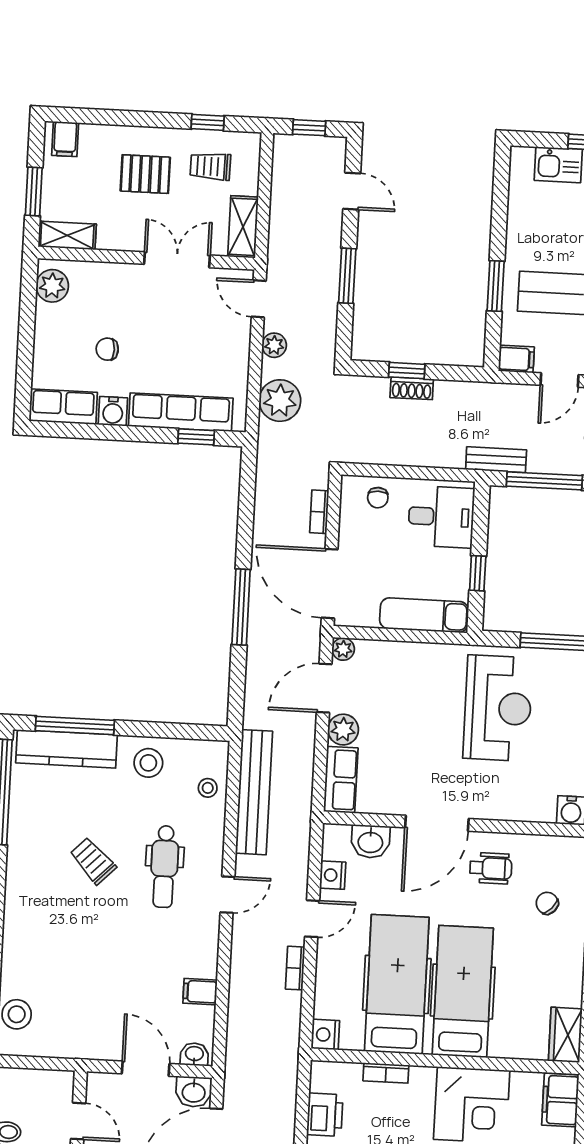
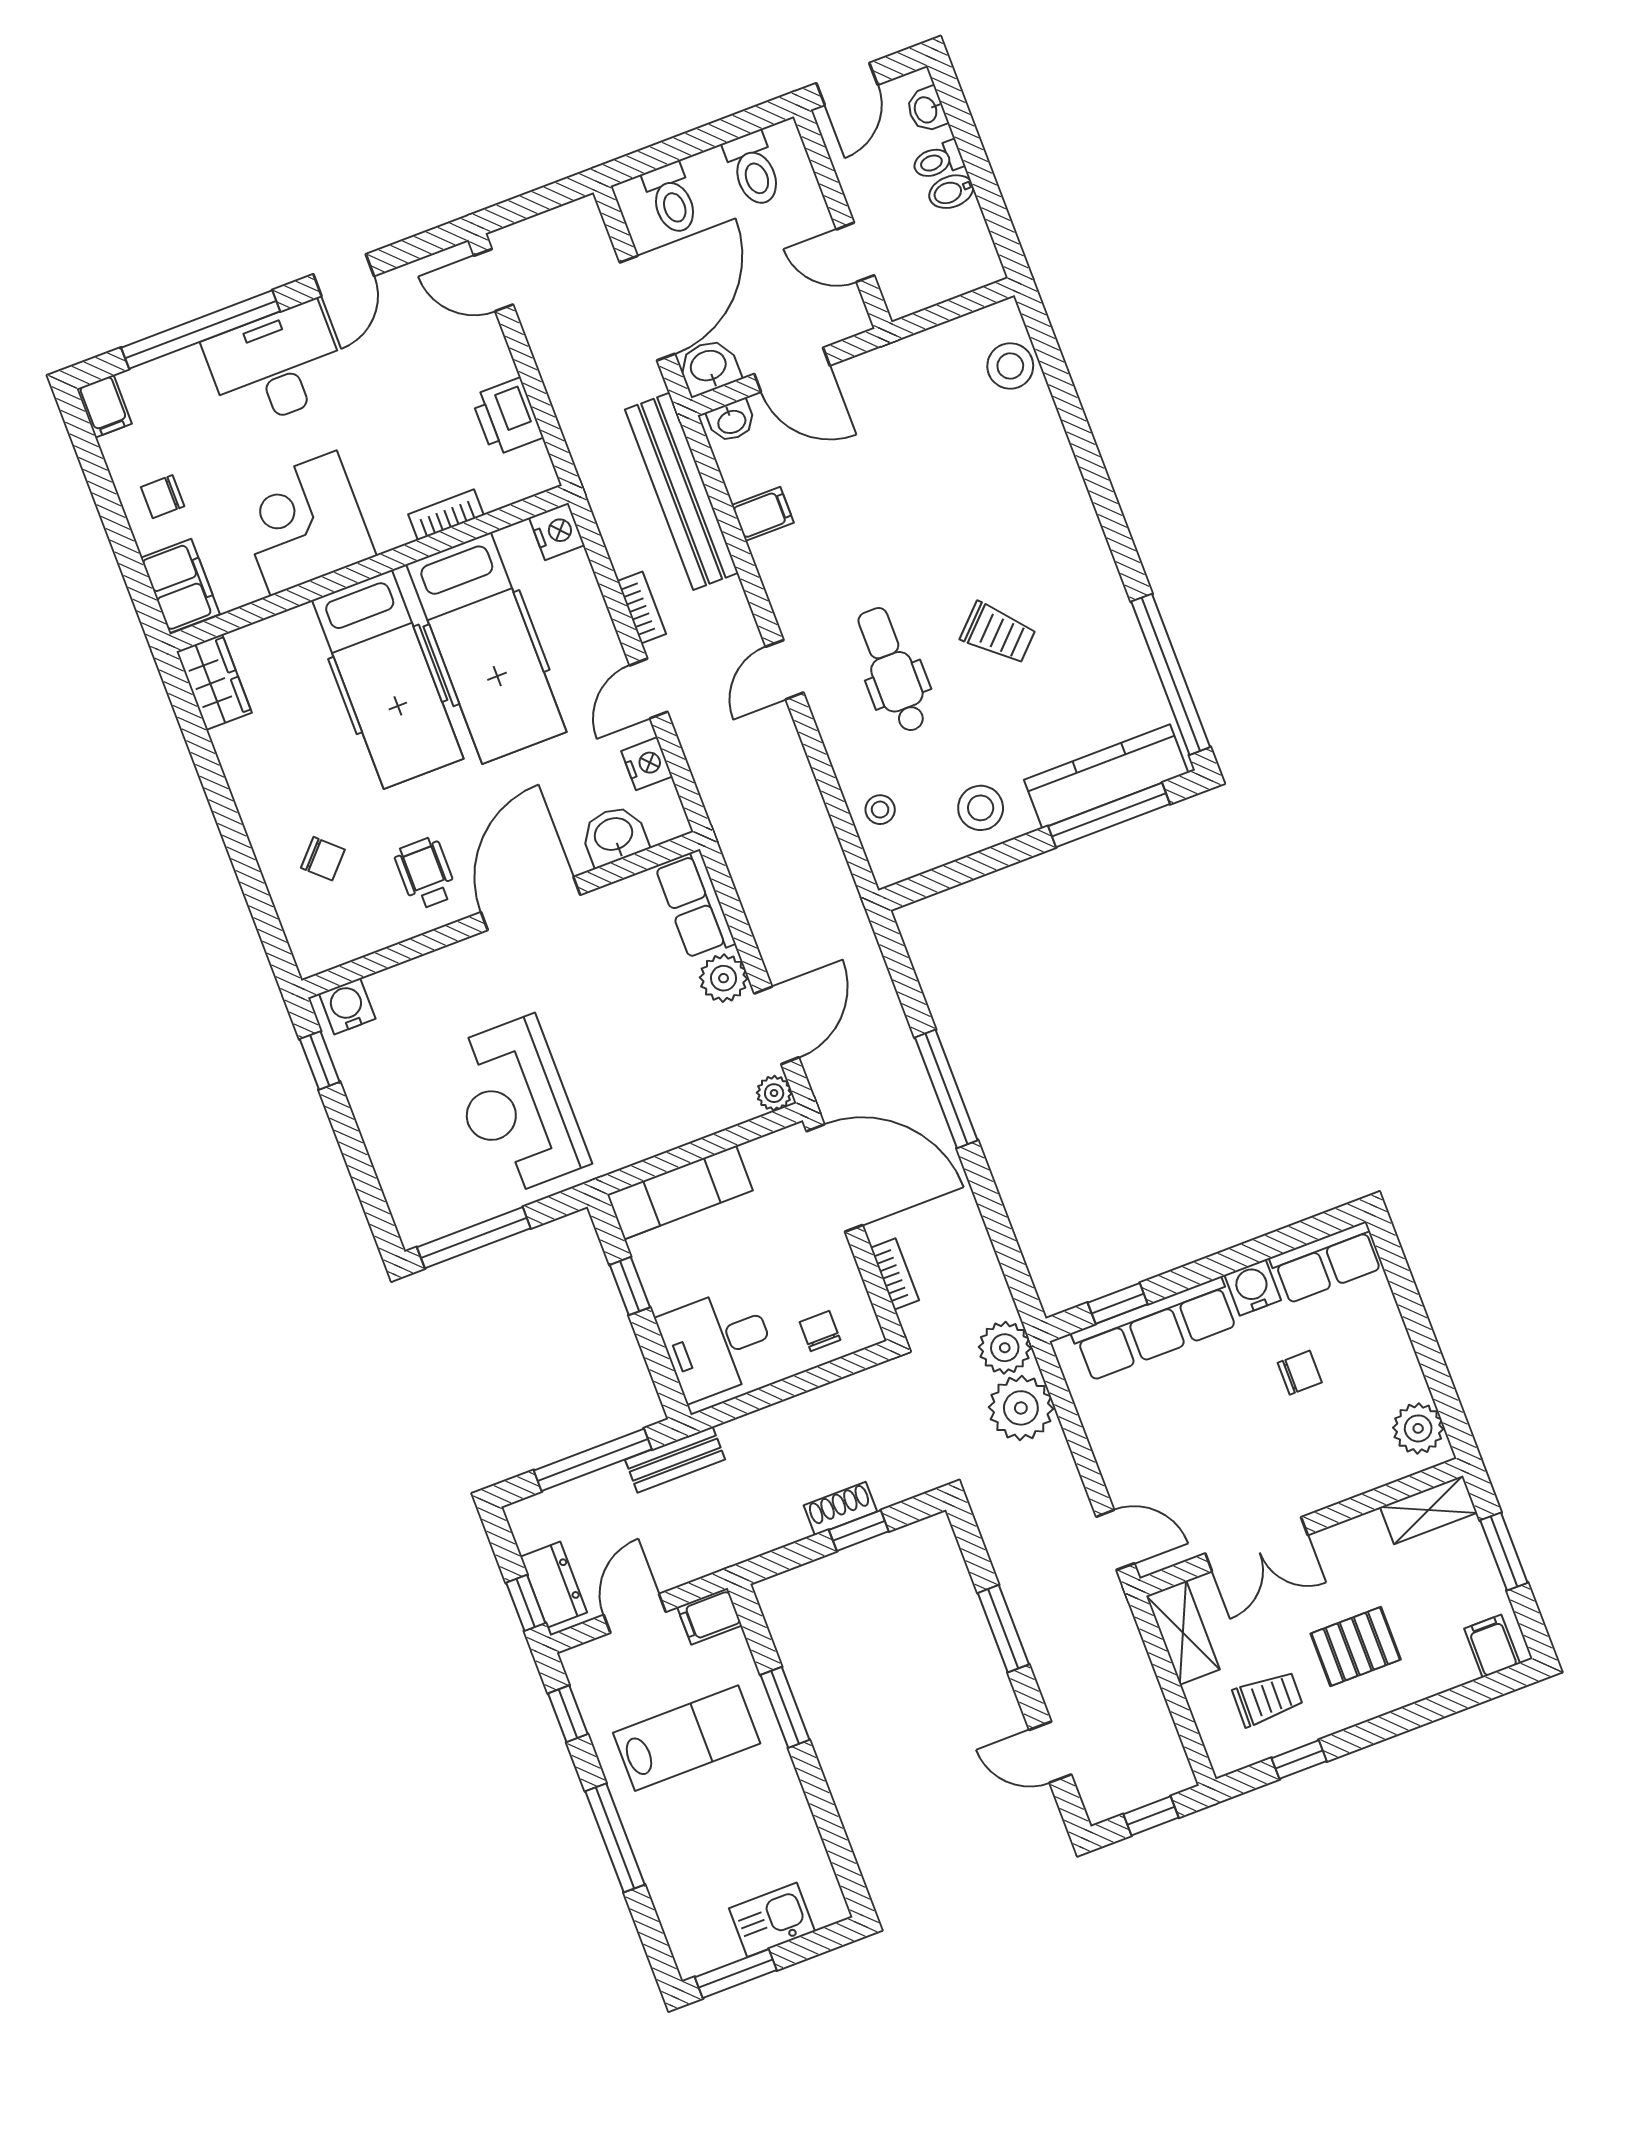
plant: (274, 345) -> (1005, 1348), moved, width x1.38, depth x1.38
bench: (254, 792) -> (682, 491), moved
wheelchair: (491, 868) -> (425, 873), turned 90

